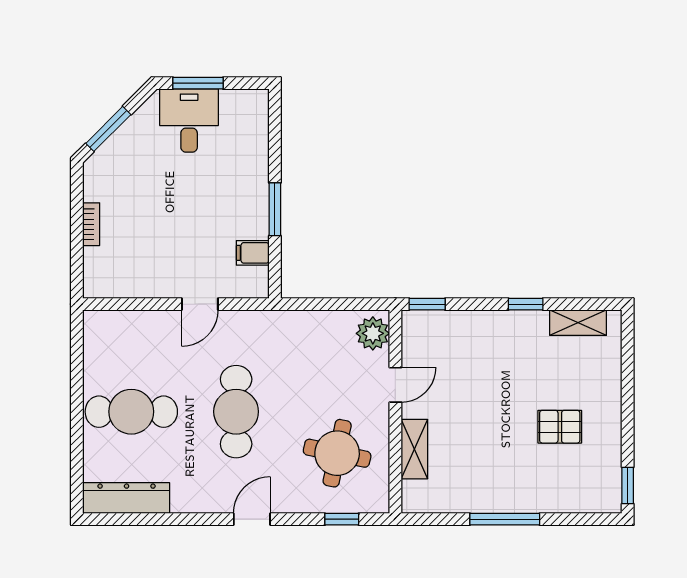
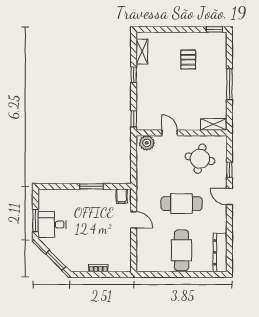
filing cabinet: (253, 253) -> (122, 196), moved
shelving: (414, 449) -> (214, 124), moved
window: (342, 519) -> (229, 170), moved

